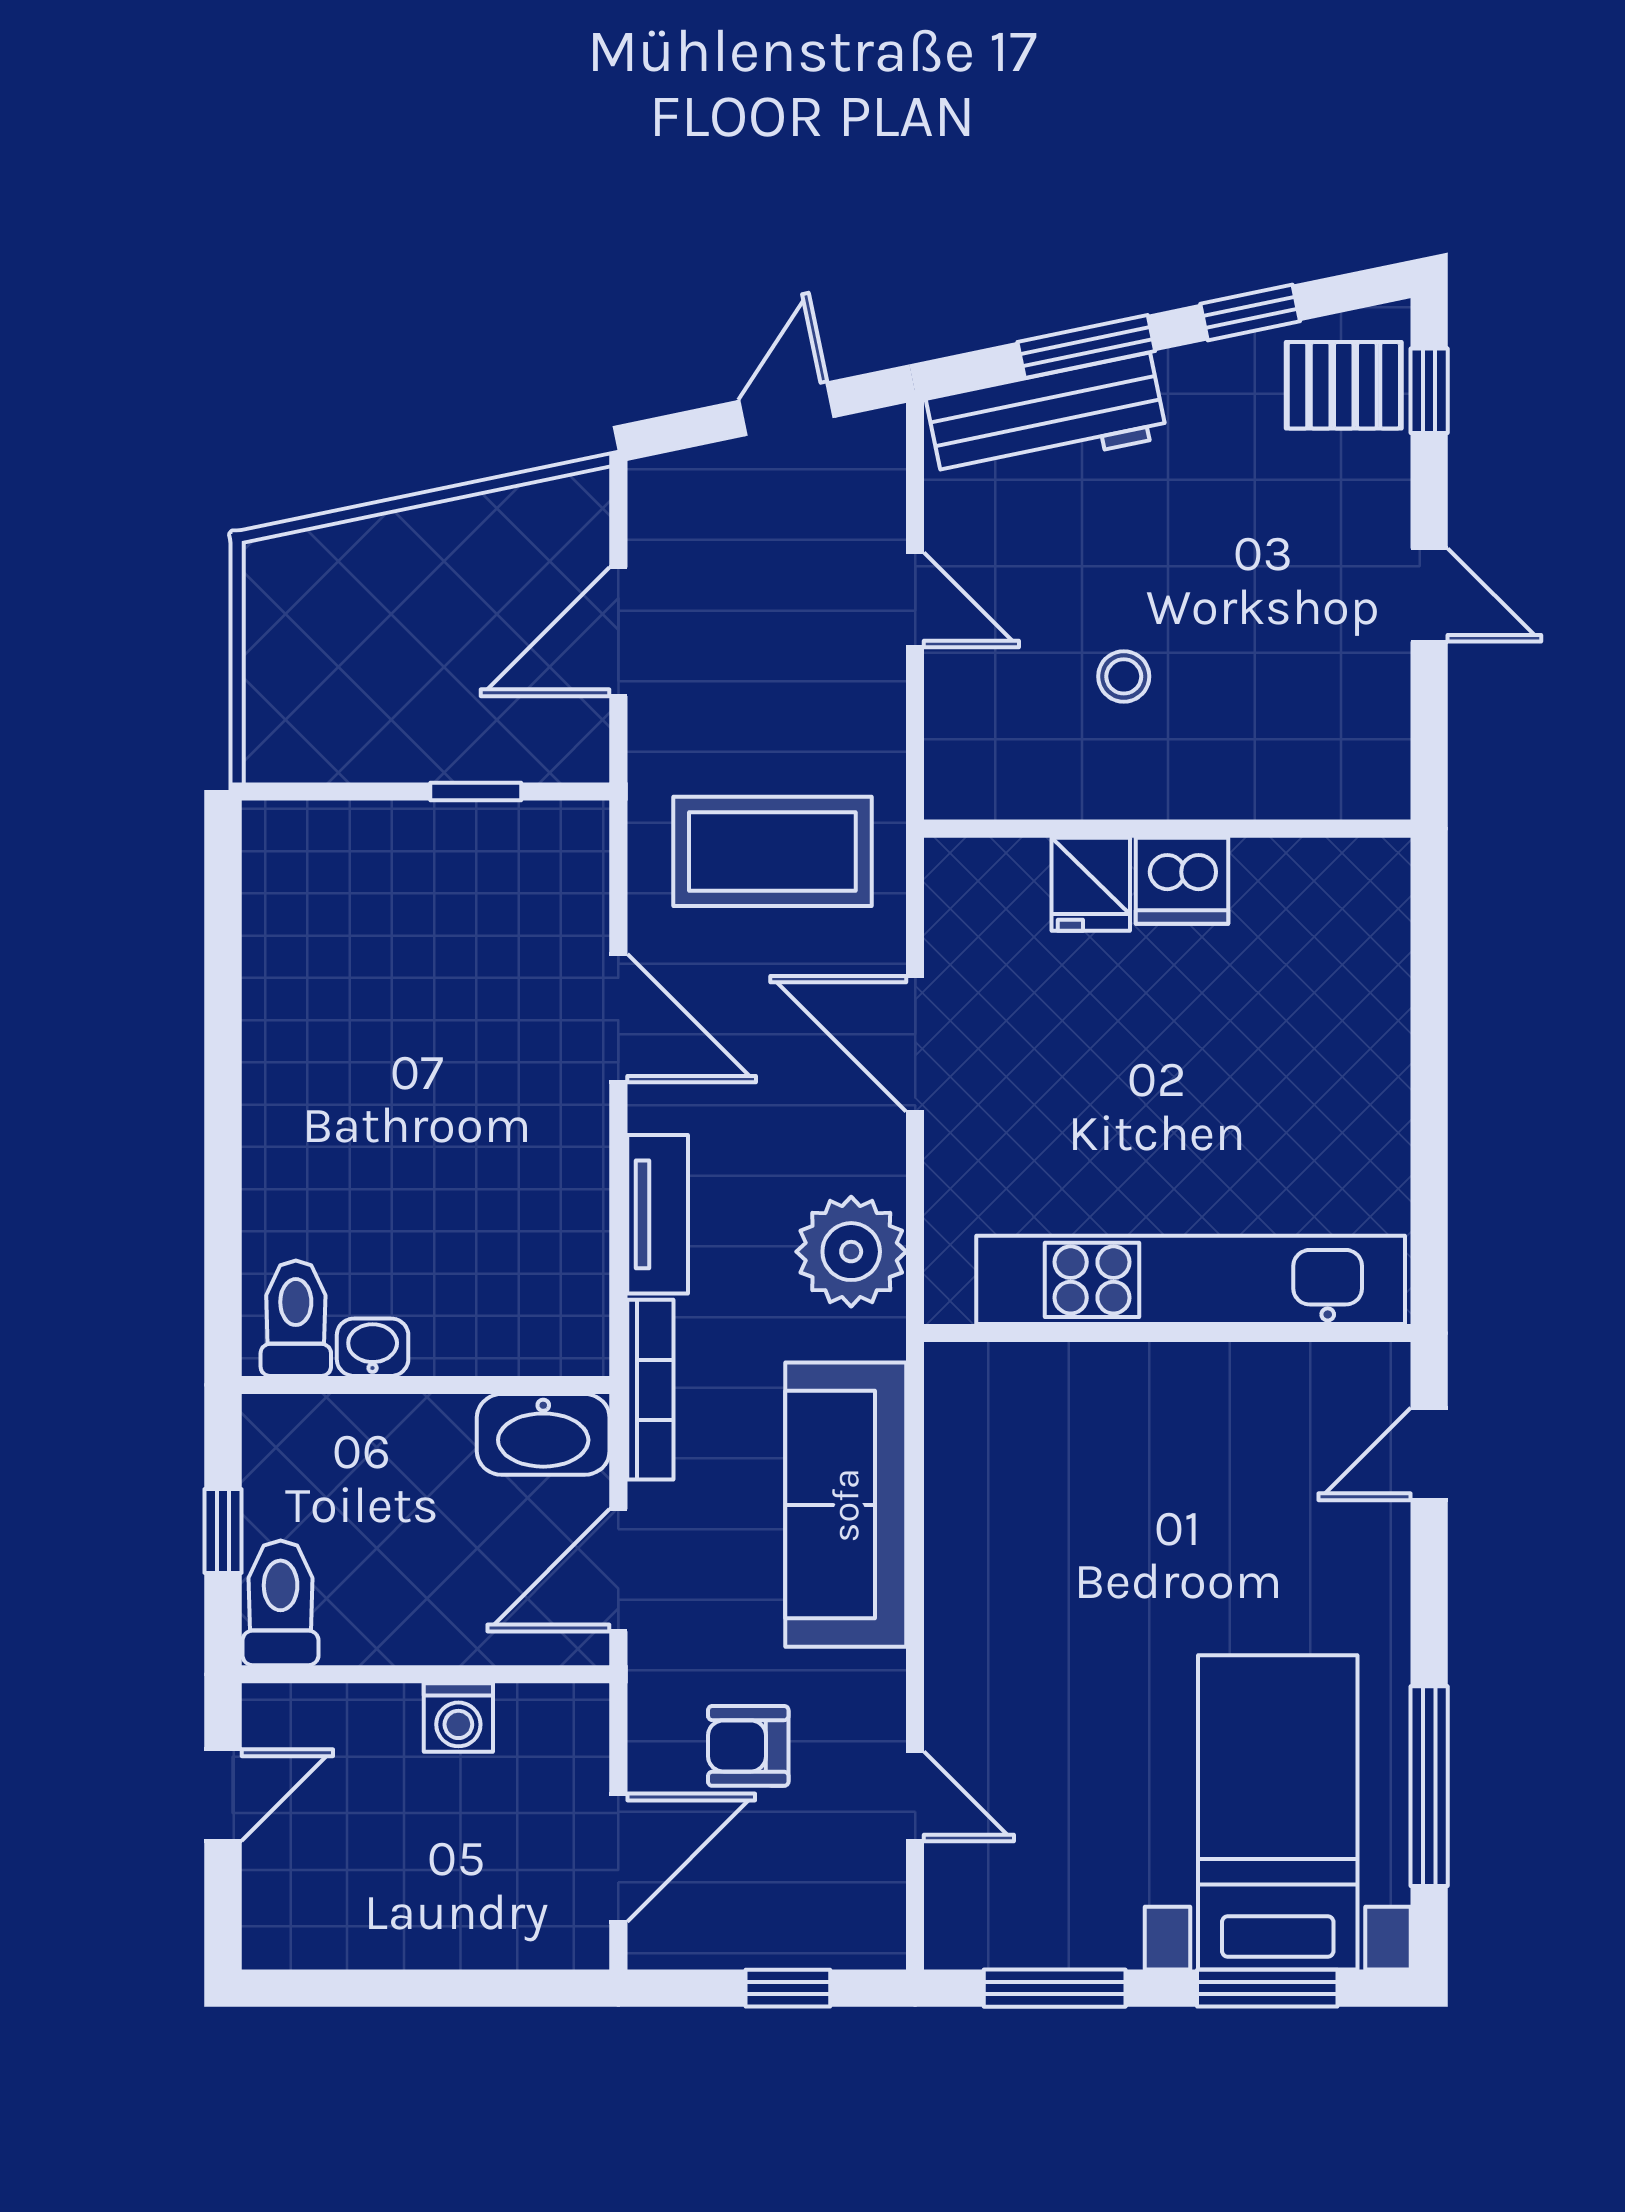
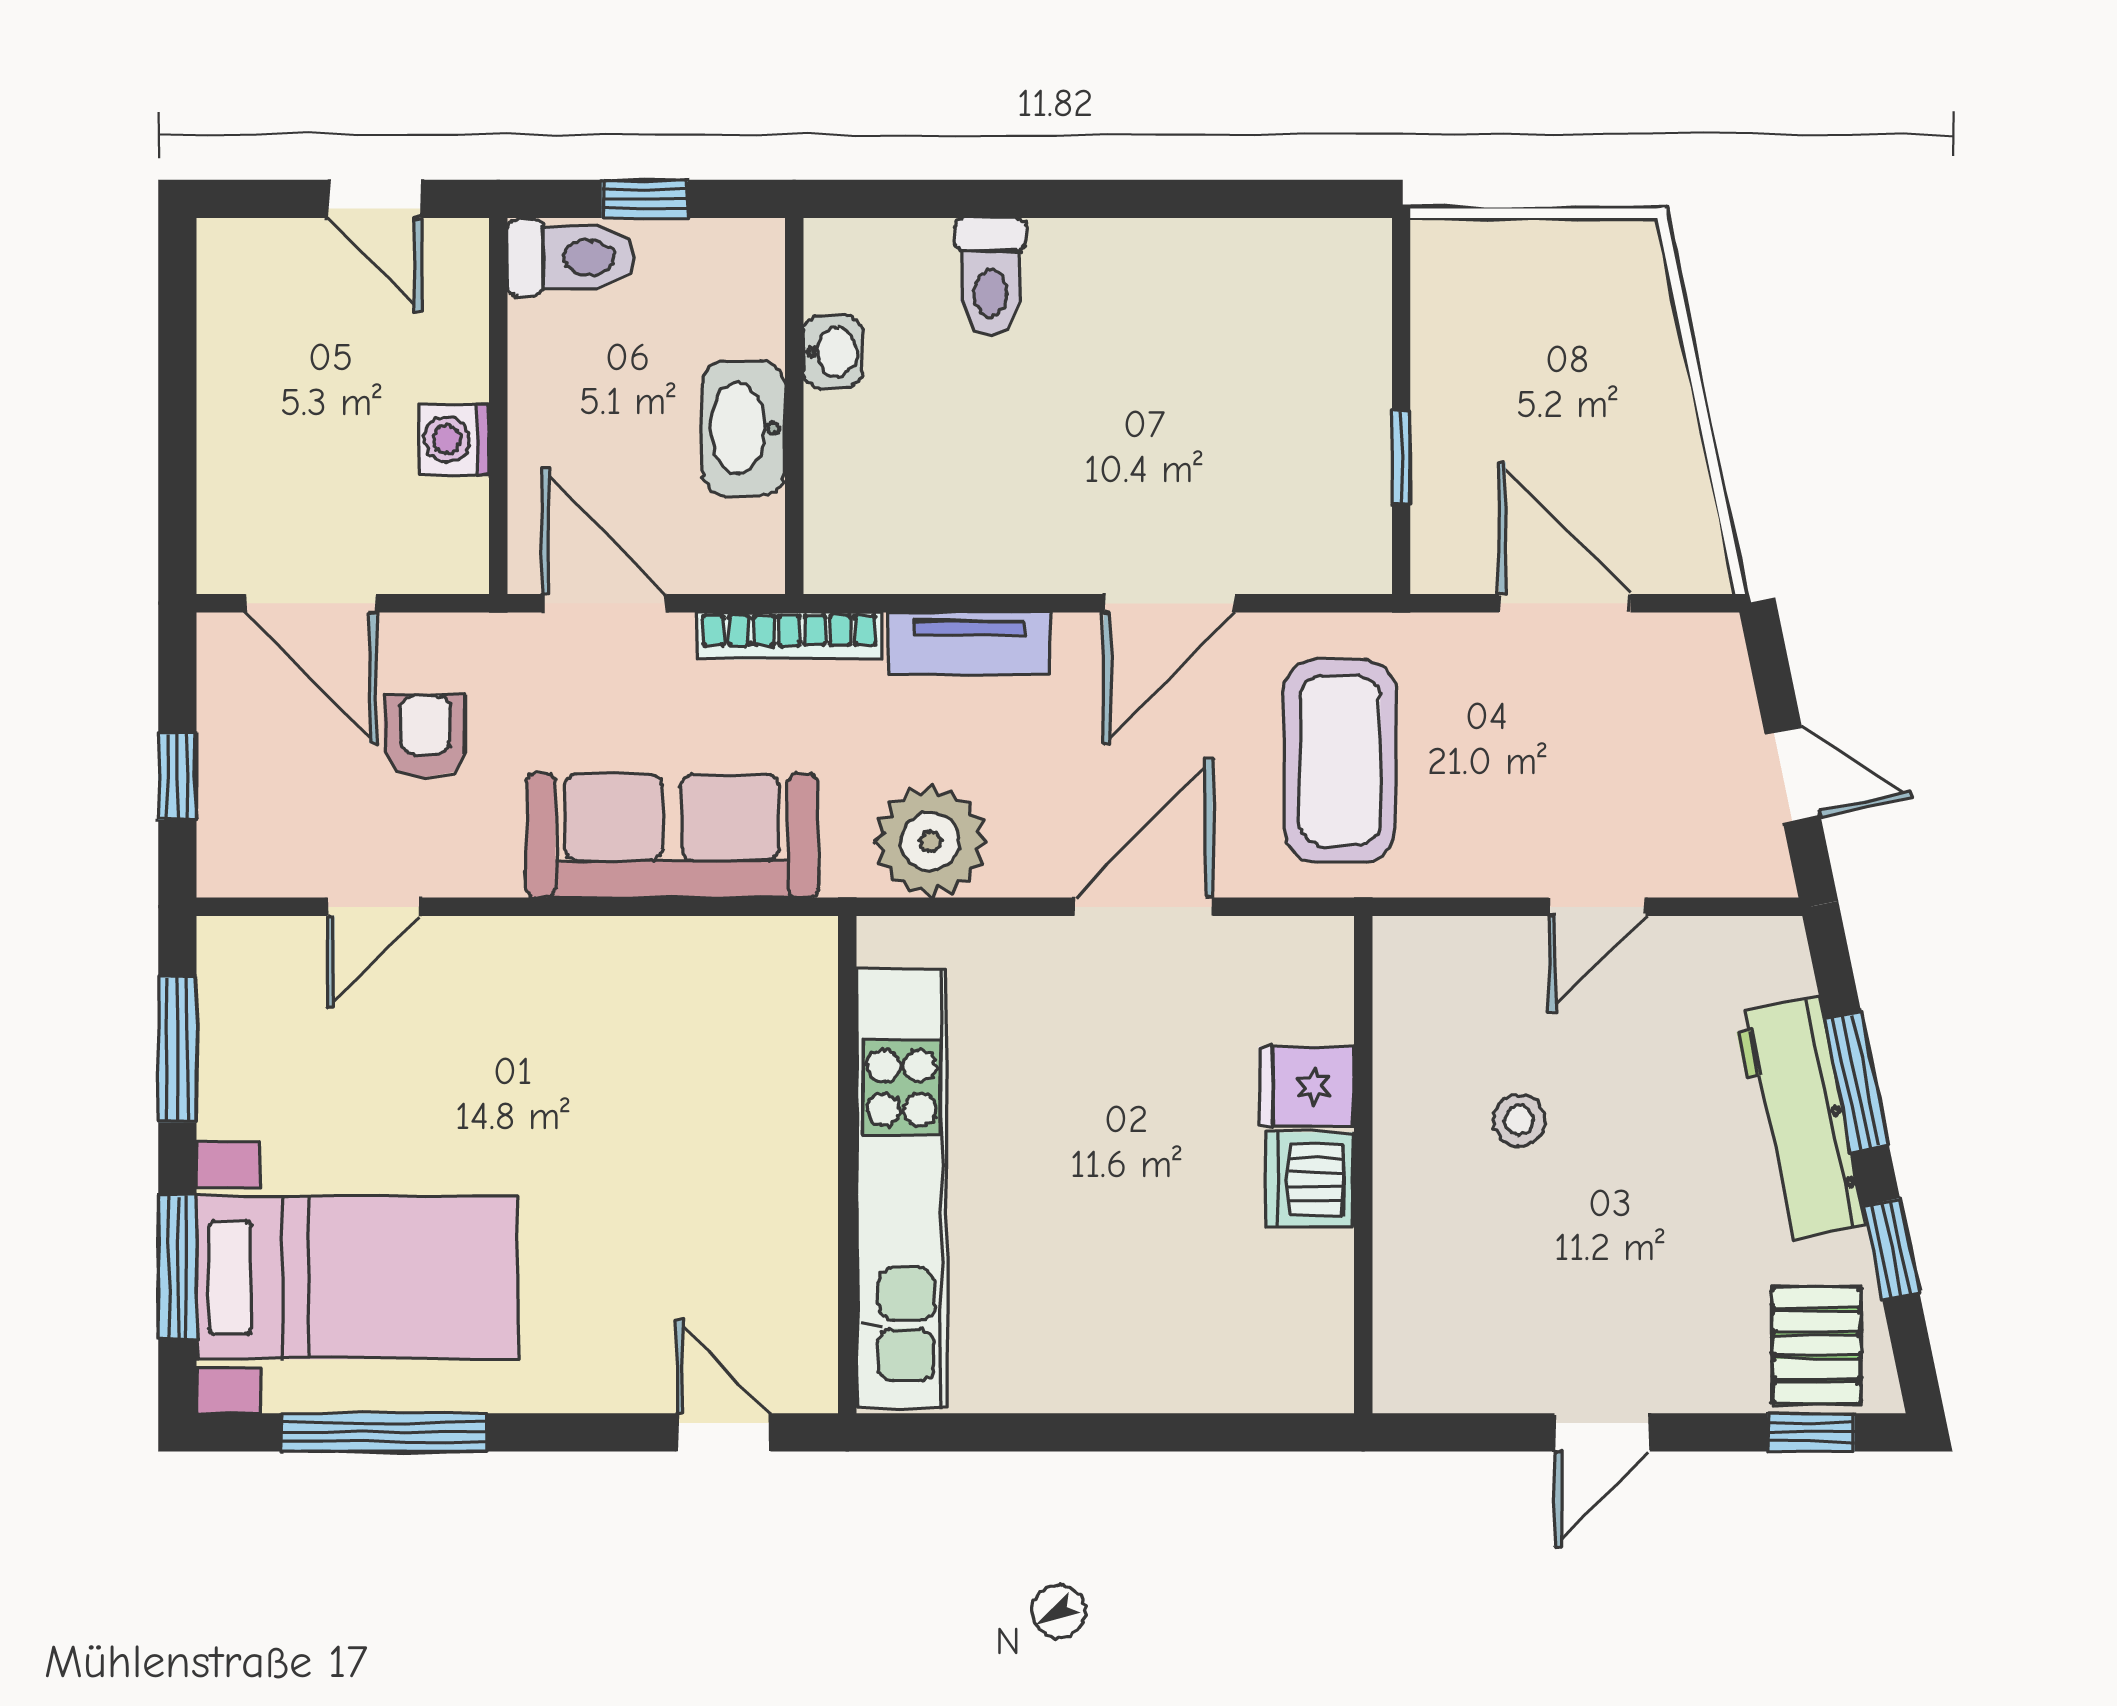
workbench: (1047, 418) -> (1800, 1120), moved
toilet: (296, 1318) -> (990, 277), moved, turned 90
washbasin: (543, 1434) -> (744, 428), moved

